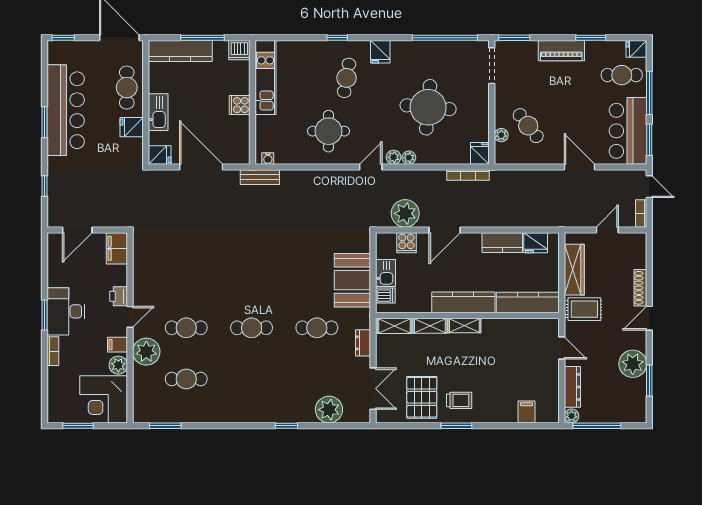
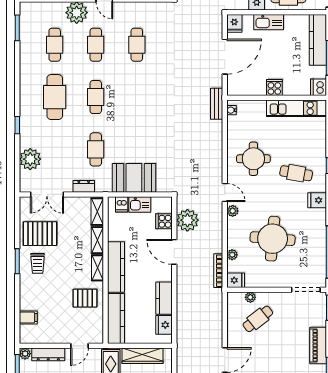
plant: (409, 158) -> (232, 255), moved
cafe table: (186, 277) -> (137, 45), added
pallet: (502, 341) -> (85, 298), added
cafe table: (252, 379) -> (55, 97), added

